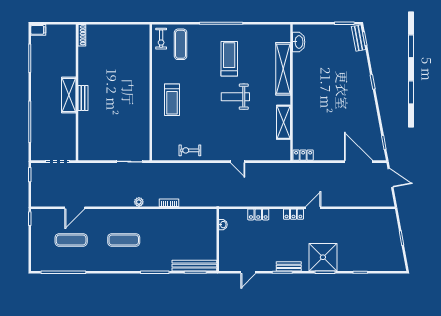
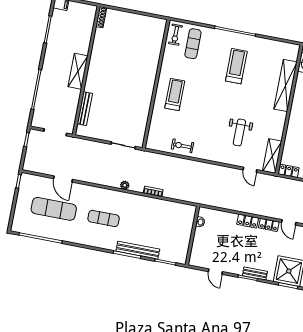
weight bench: (235, 97) -> (239, 132), moved, turned -90
bench: (83, 98) -> (85, 109), moved, width x1.36
treadmill: (172, 100) -> (175, 94), turned 180
shelving: (283, 122) -> (272, 156), moved
door: (238, 162) -> (250, 170), moved
door: (75, 208) -> (63, 179), hinge flipped
door: (313, 208) -> (289, 222), swing flipped
locker: (258, 214) -> (248, 221), moved
exercise mat: (71, 240) -> (54, 209), width x1.36, depth x1.45
bench: (194, 266) -> (138, 250), moved
door: (248, 272) -> (215, 272), hinge flipped

